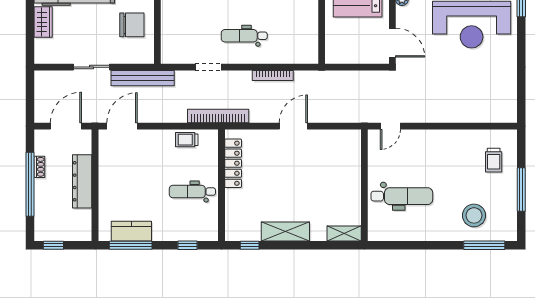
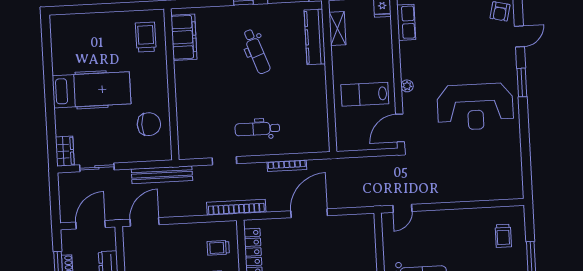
wardrobe: (43, 22) -> (65, 151), moved
door: (392, 43) -> (400, 128), swing flipped
sliding door: (91, 67) -> (97, 167), moved
door: (293, 126) -> (309, 213), width x1.36
trolley: (187, 140) -> (218, 248), moved

